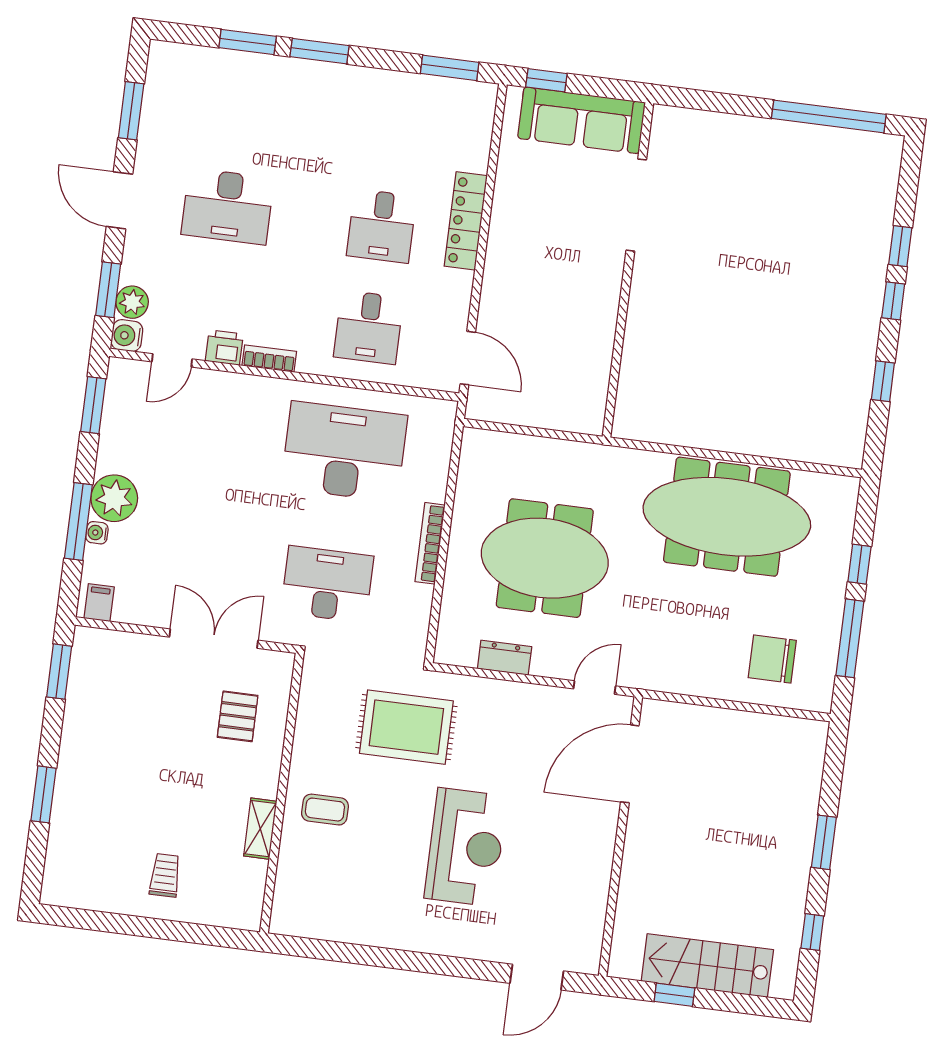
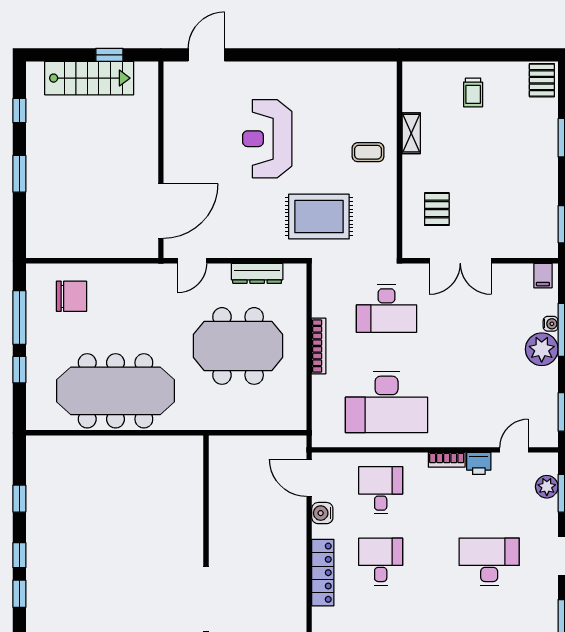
water cooler: (127, 336) -> (322, 513), moved, turned 180
dresser: (505, 658) -> (257, 273), width x1.44
pallet: (65, 880) -> (542, 80), added

